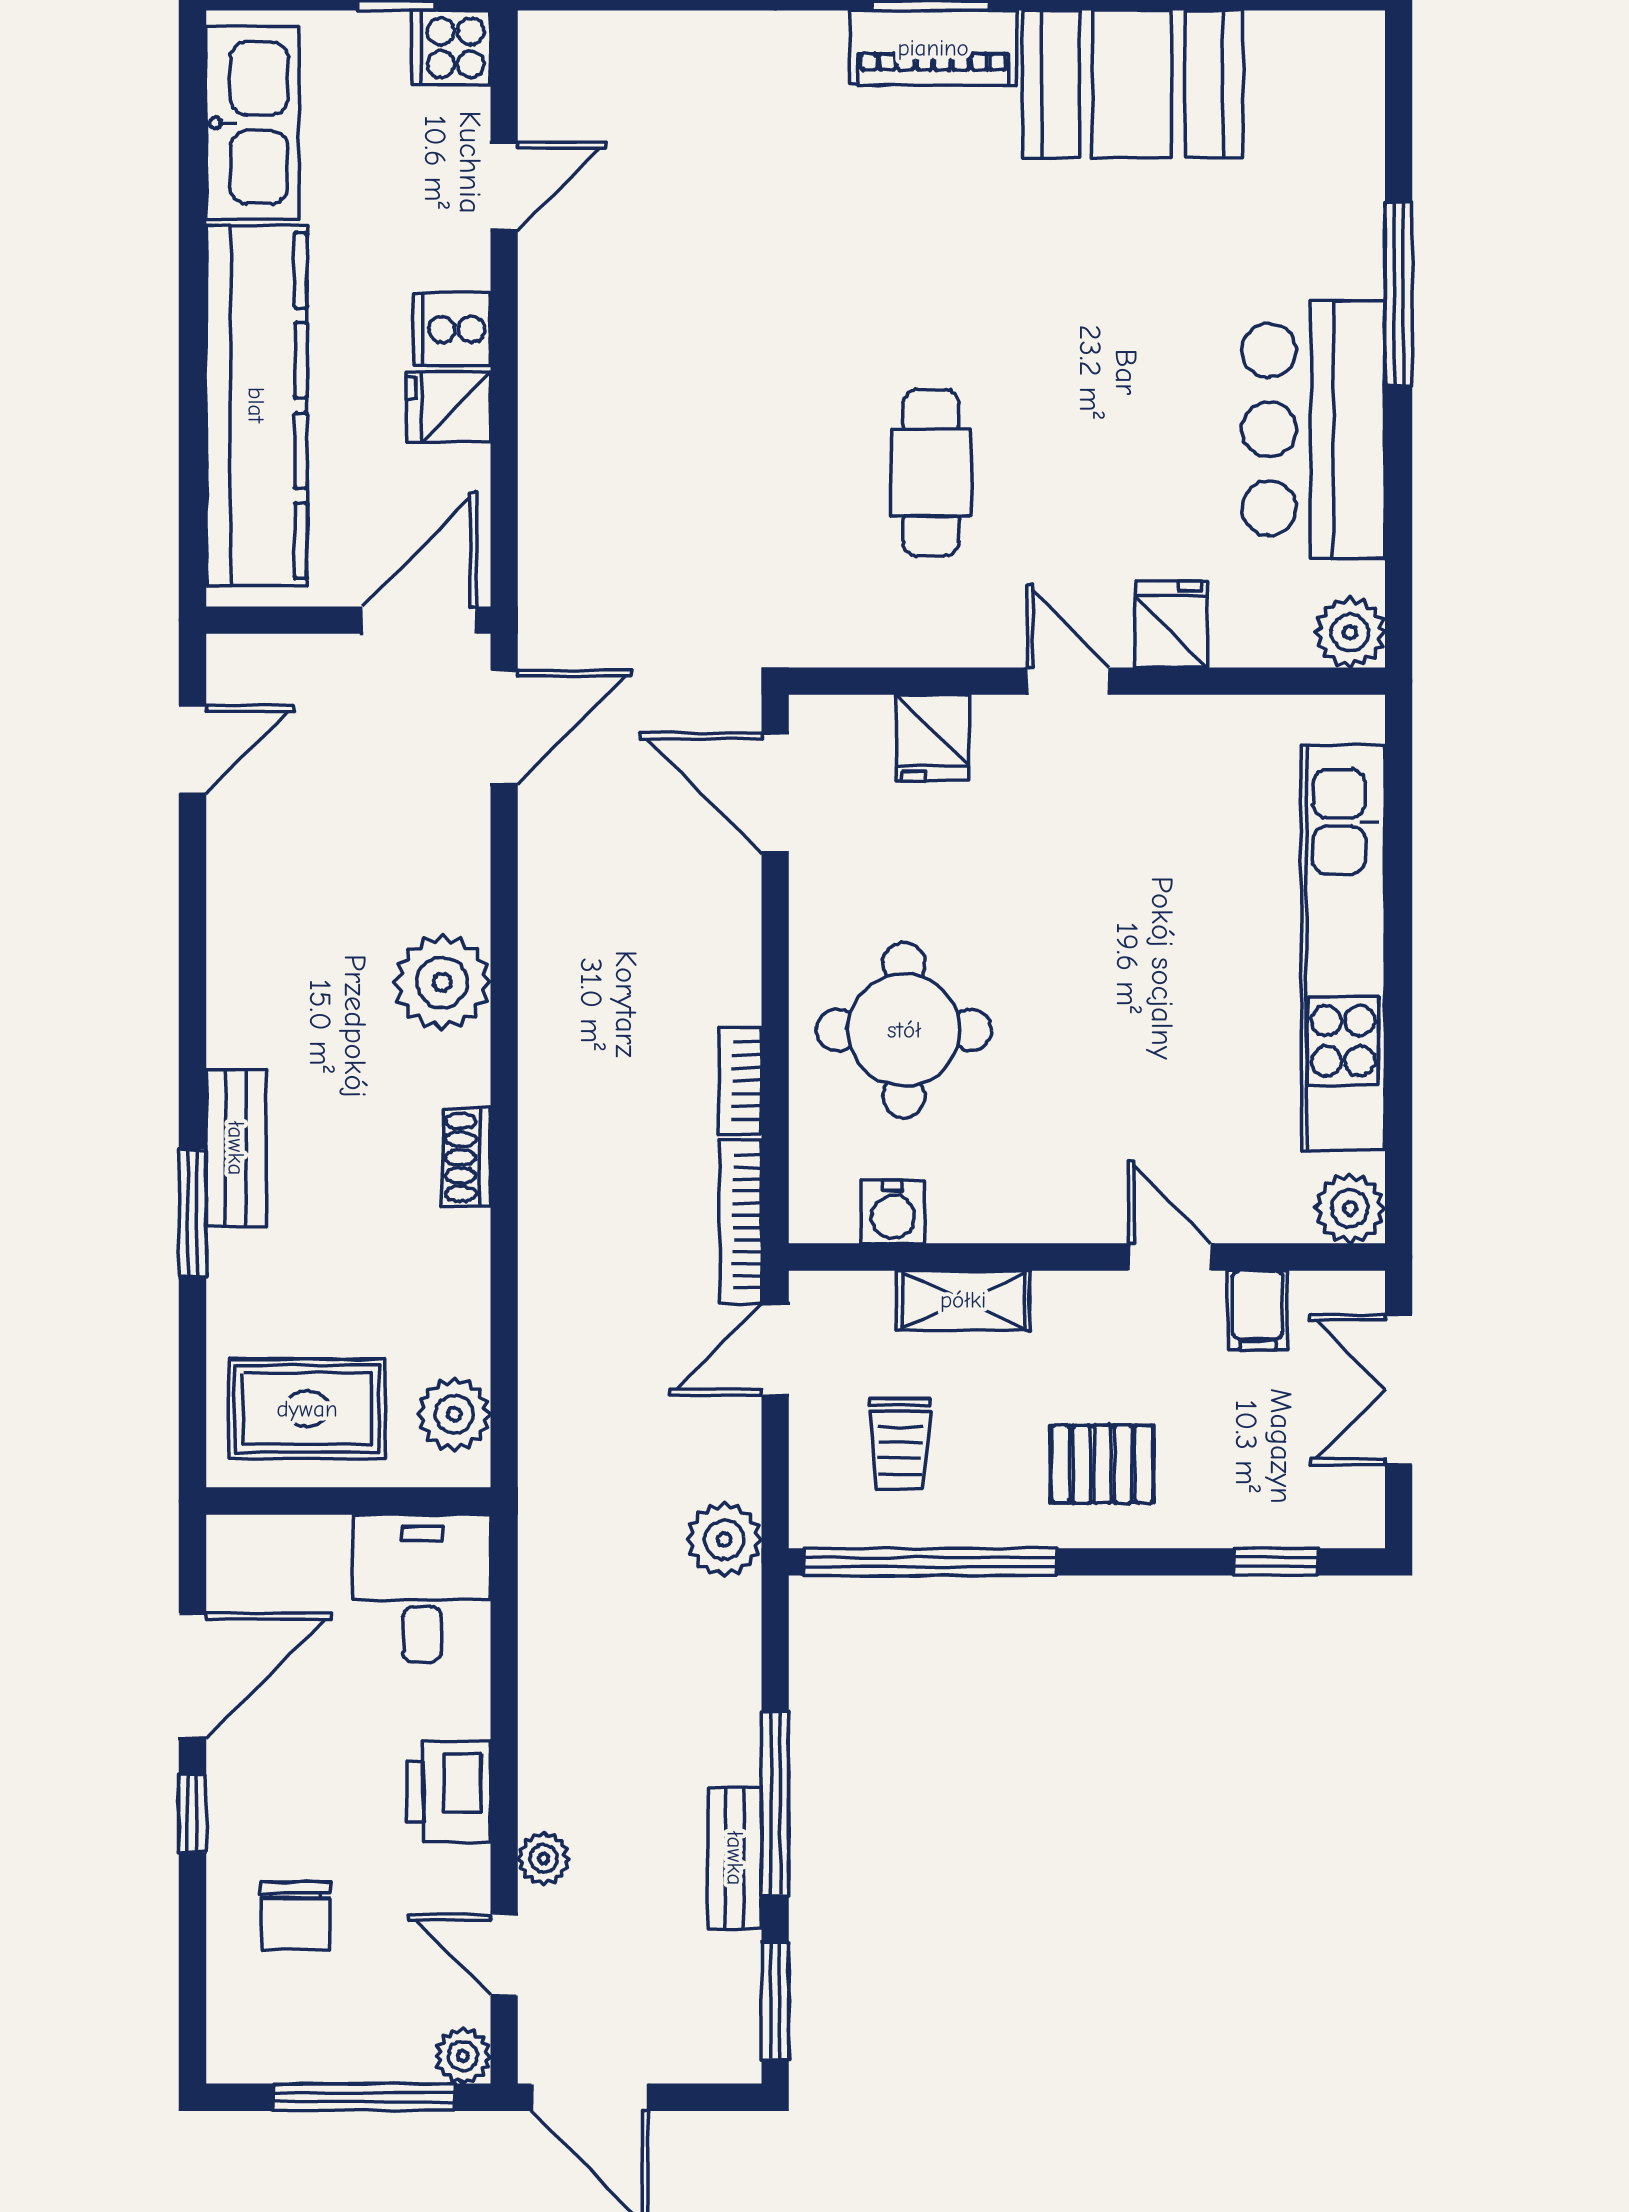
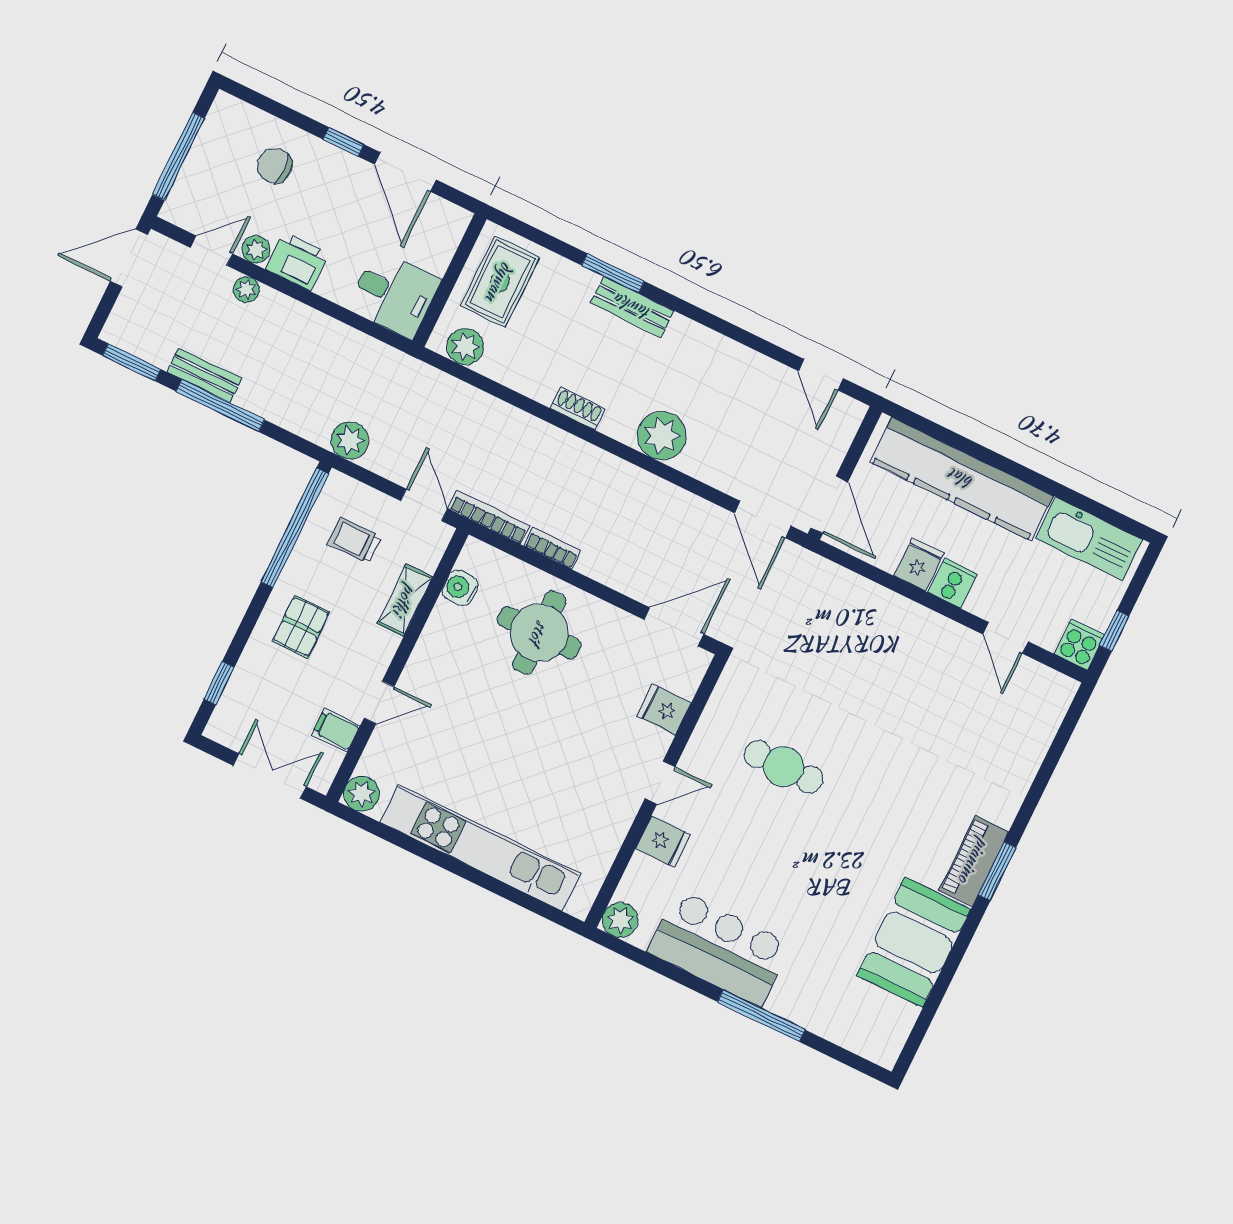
plant: (463, 2056) -> (256, 249), moved

